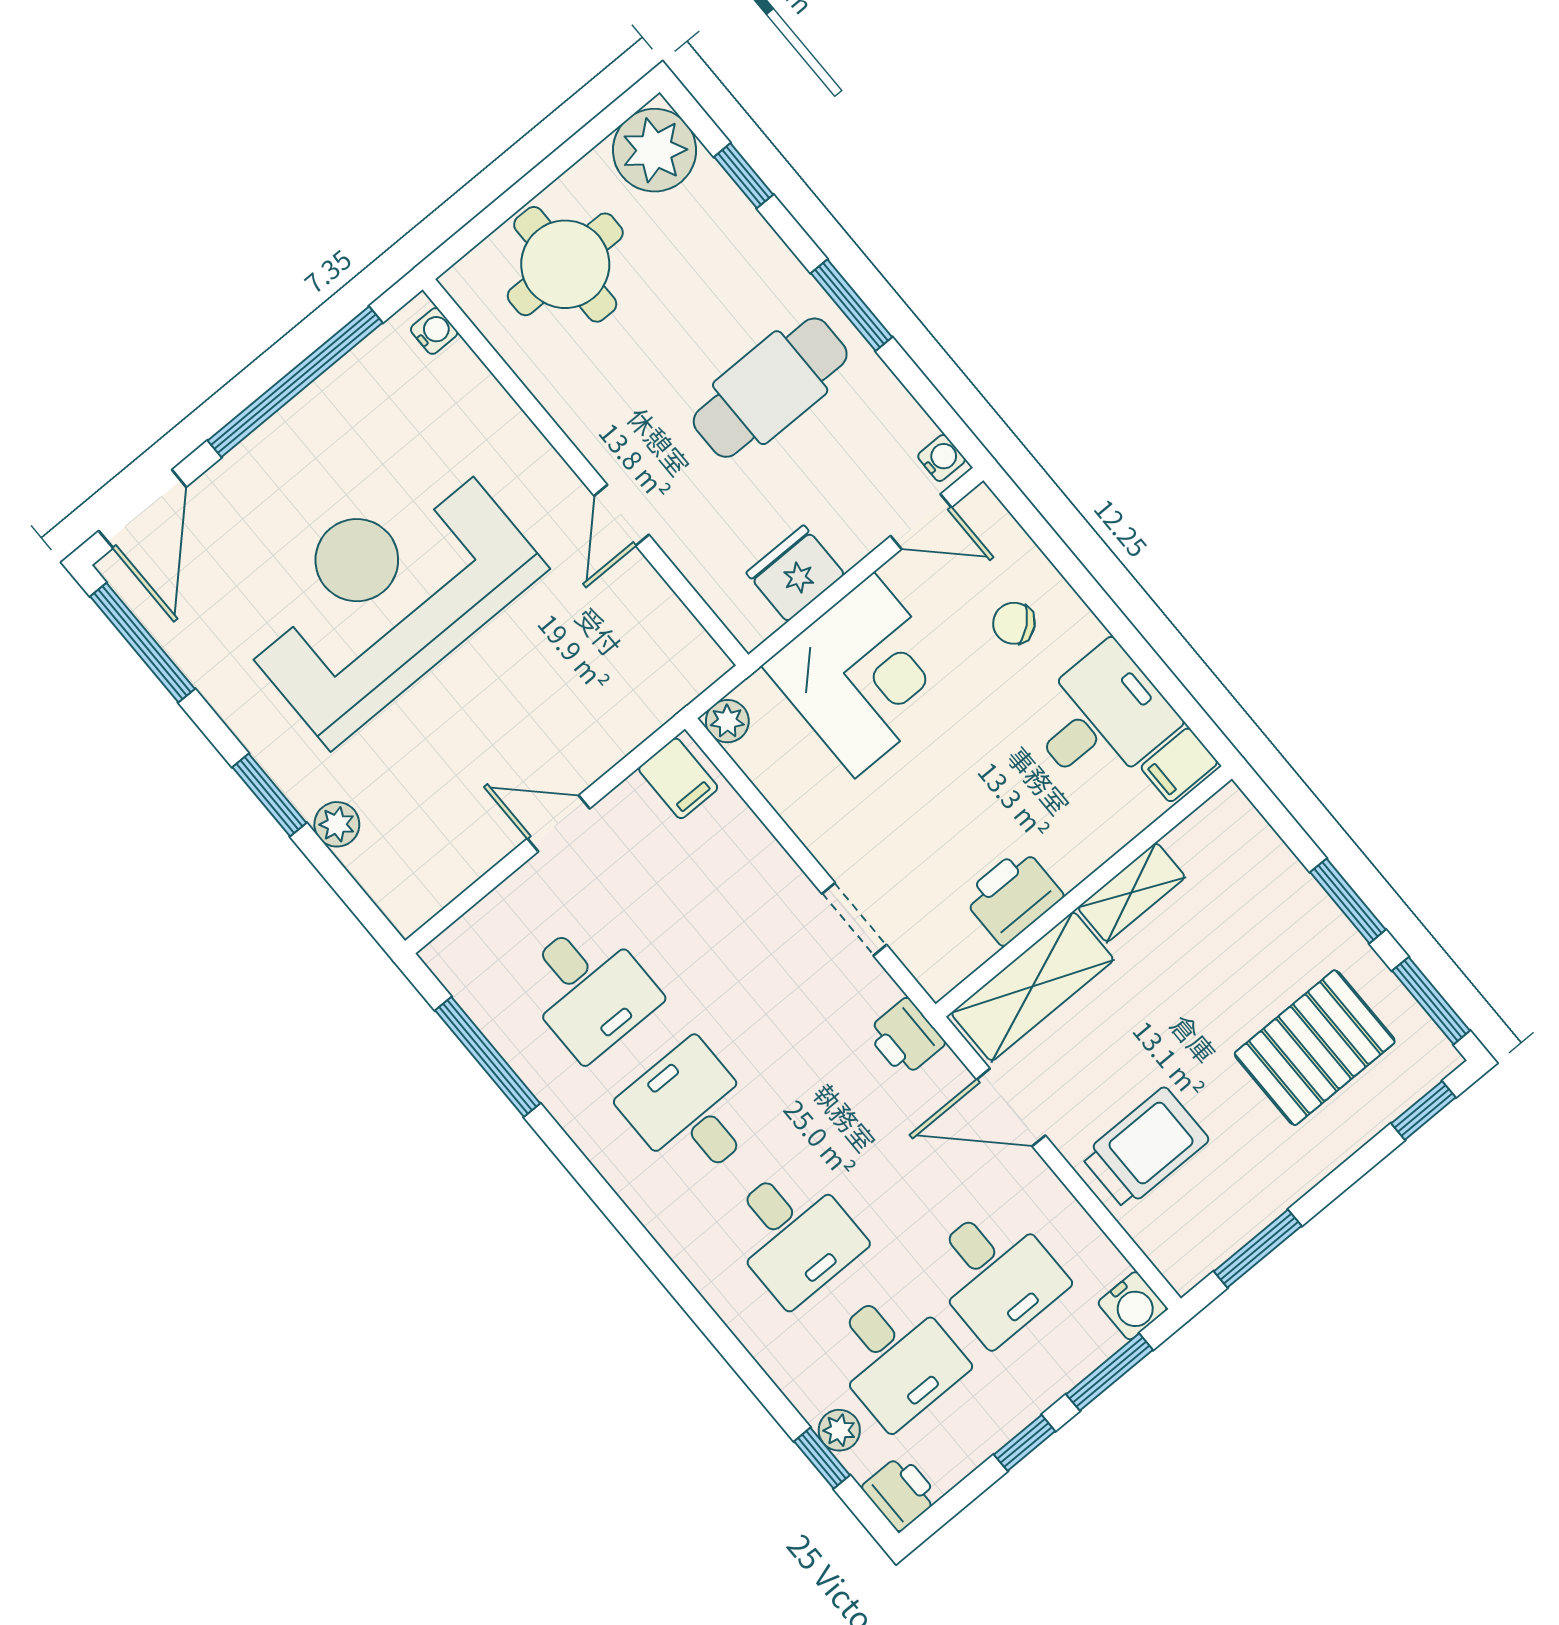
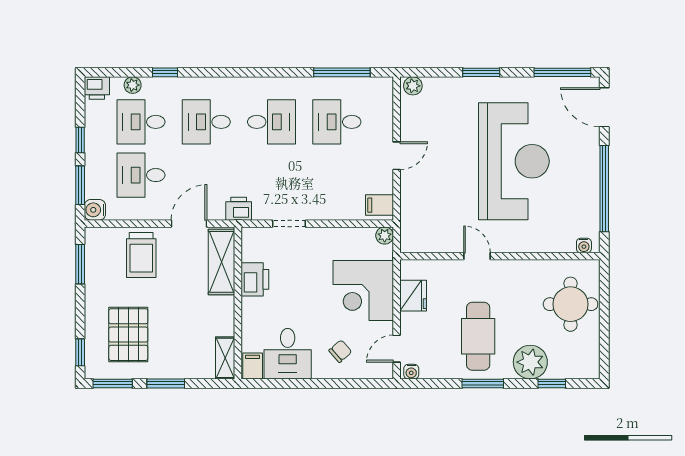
plant: (655, 150) -> (530, 362), moved
plant: (337, 824) -> (413, 86), moved
shelving: (1131, 892) -> (225, 358), moved
window: (822, 1458) -> (165, 72), moved

